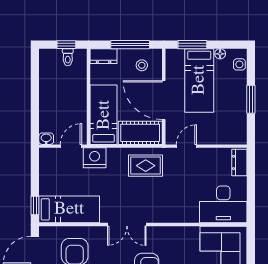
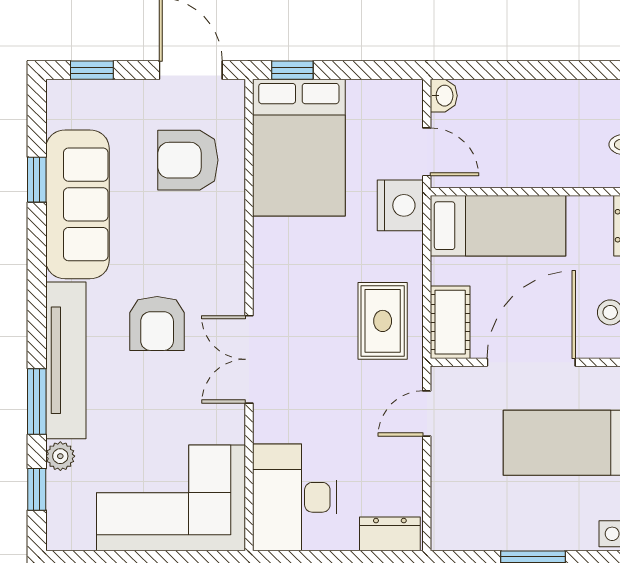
cot: (140, 133) -> (450, 322), width x0.73, depth x0.75
door: (186, 146) -> (427, 414), swing flipped
bed: (69, 209) -> (299, 148), width x1.50
double door: (127, 225) -> (249, 359), moved

